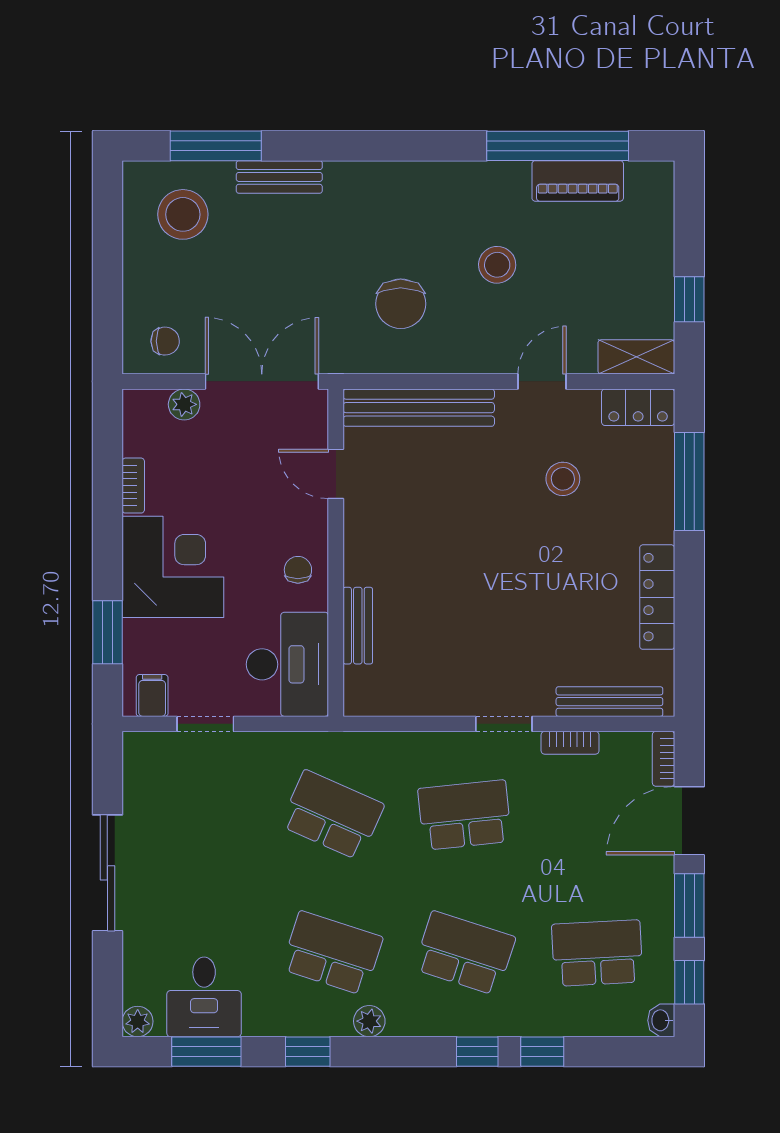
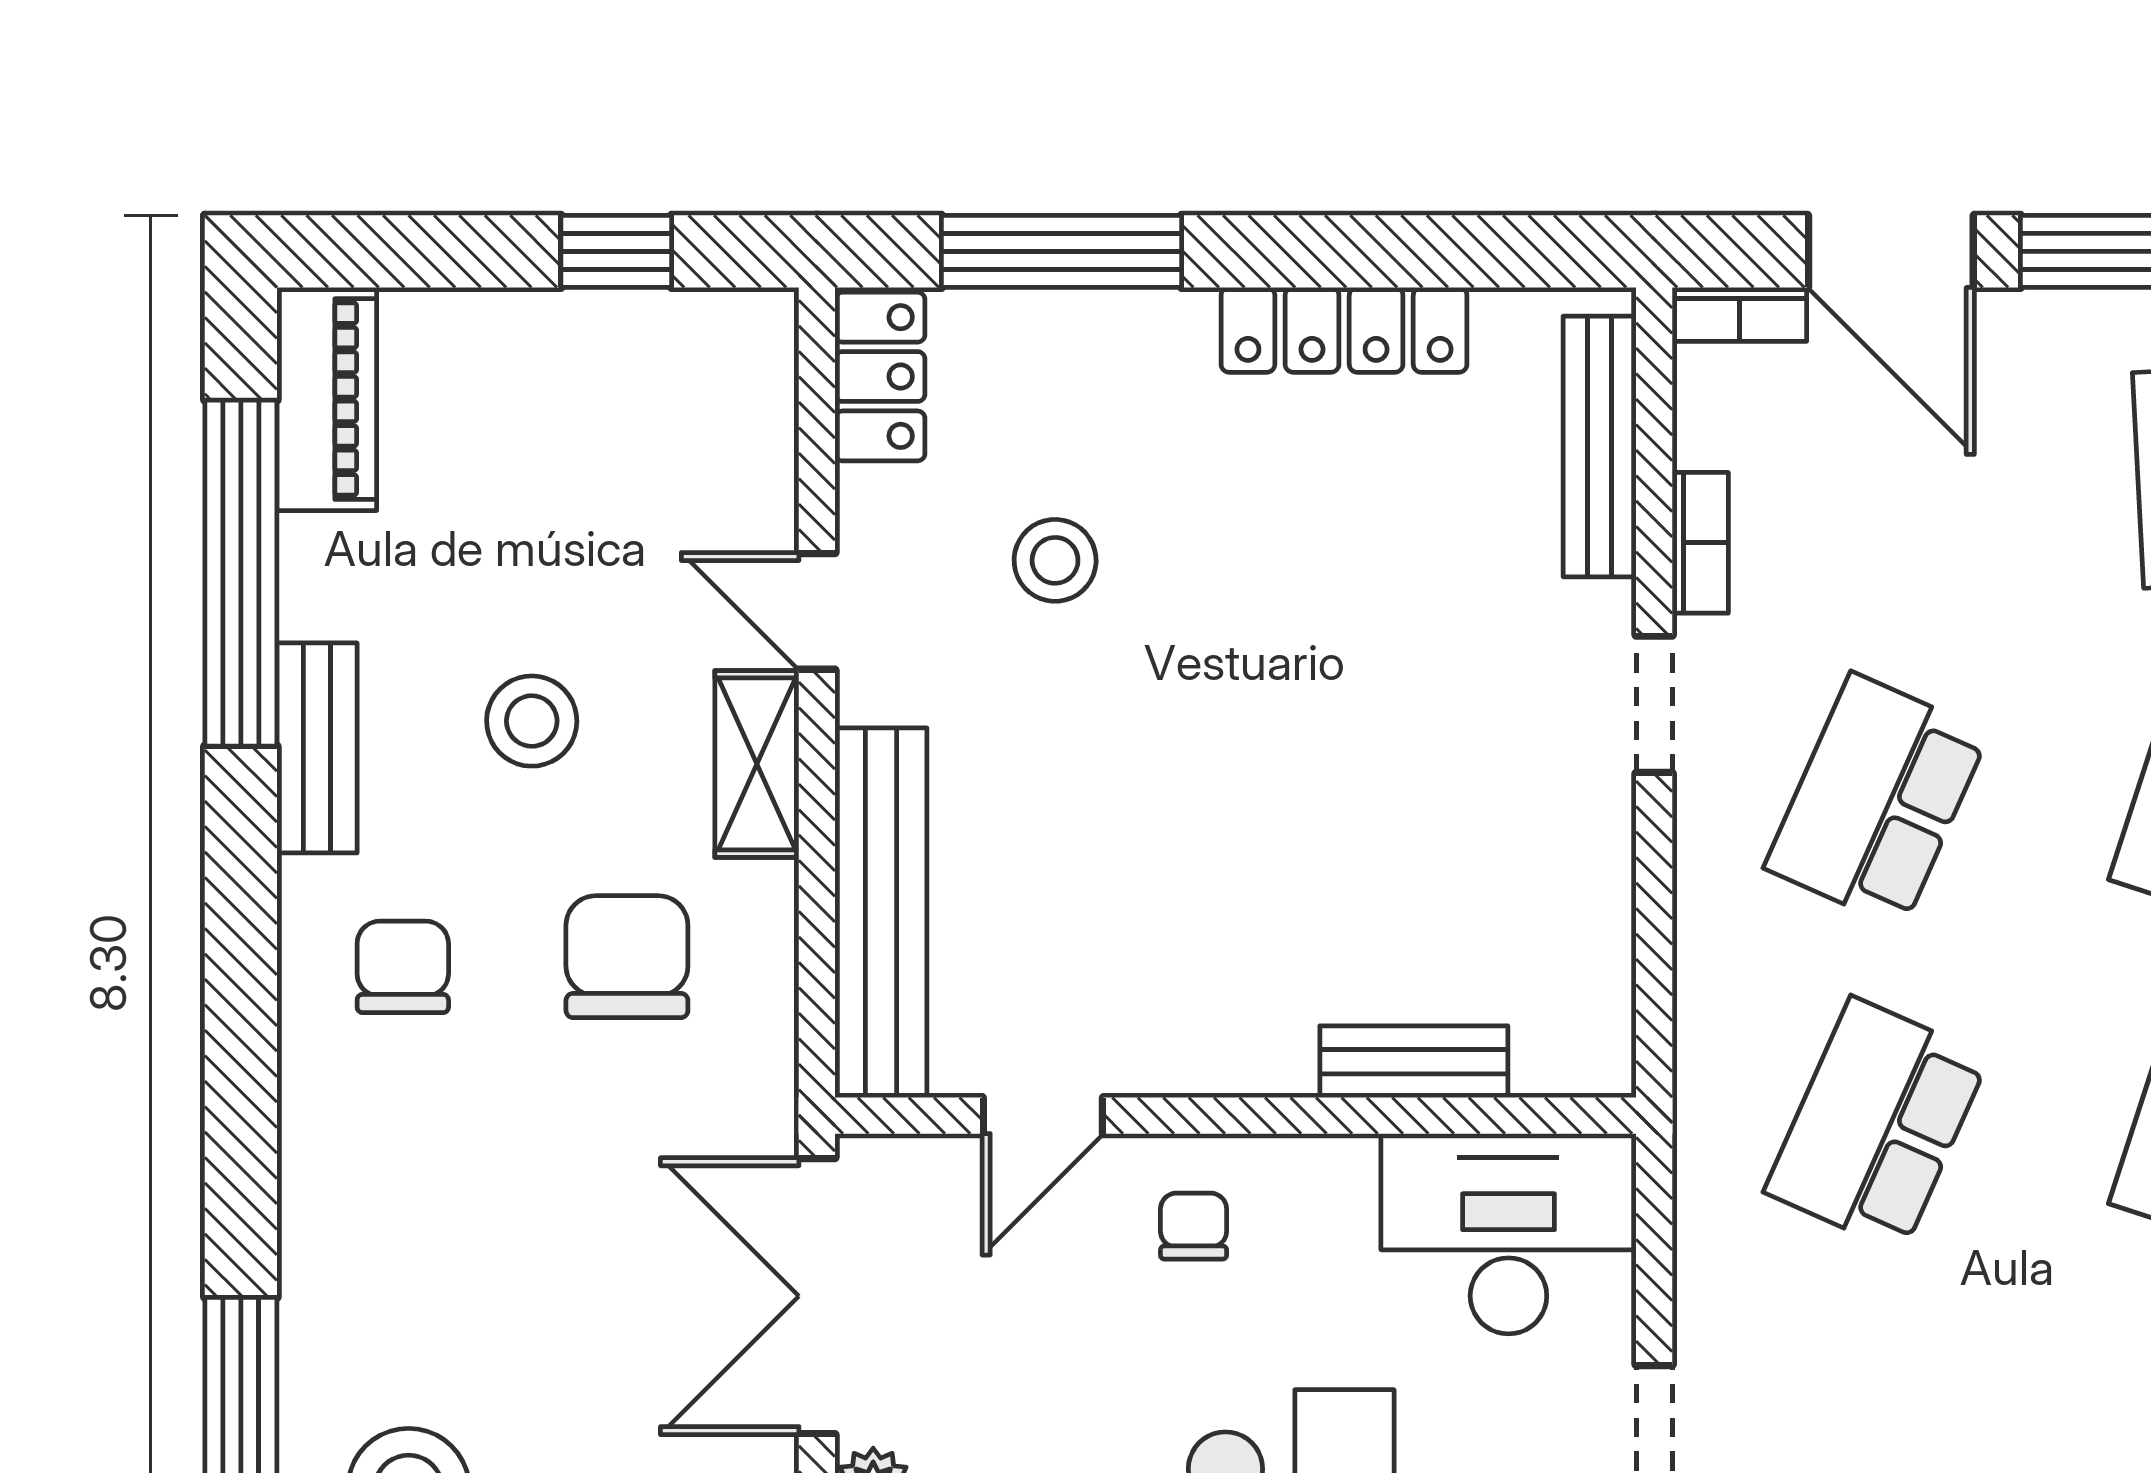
bench: (279, 177) -> (317, 748), moved
piano: (578, 181) -> (327, 399), moved
chair: (397, 212) -> (403, 967), added
chair: (401, 304) -> (627, 957), turned -90
shelving: (636, 357) -> (757, 764), moved
chair: (298, 570) -> (1194, 1226), moved, turned 90
school desk: (465, 815) -> (1877, 801), turned 30

